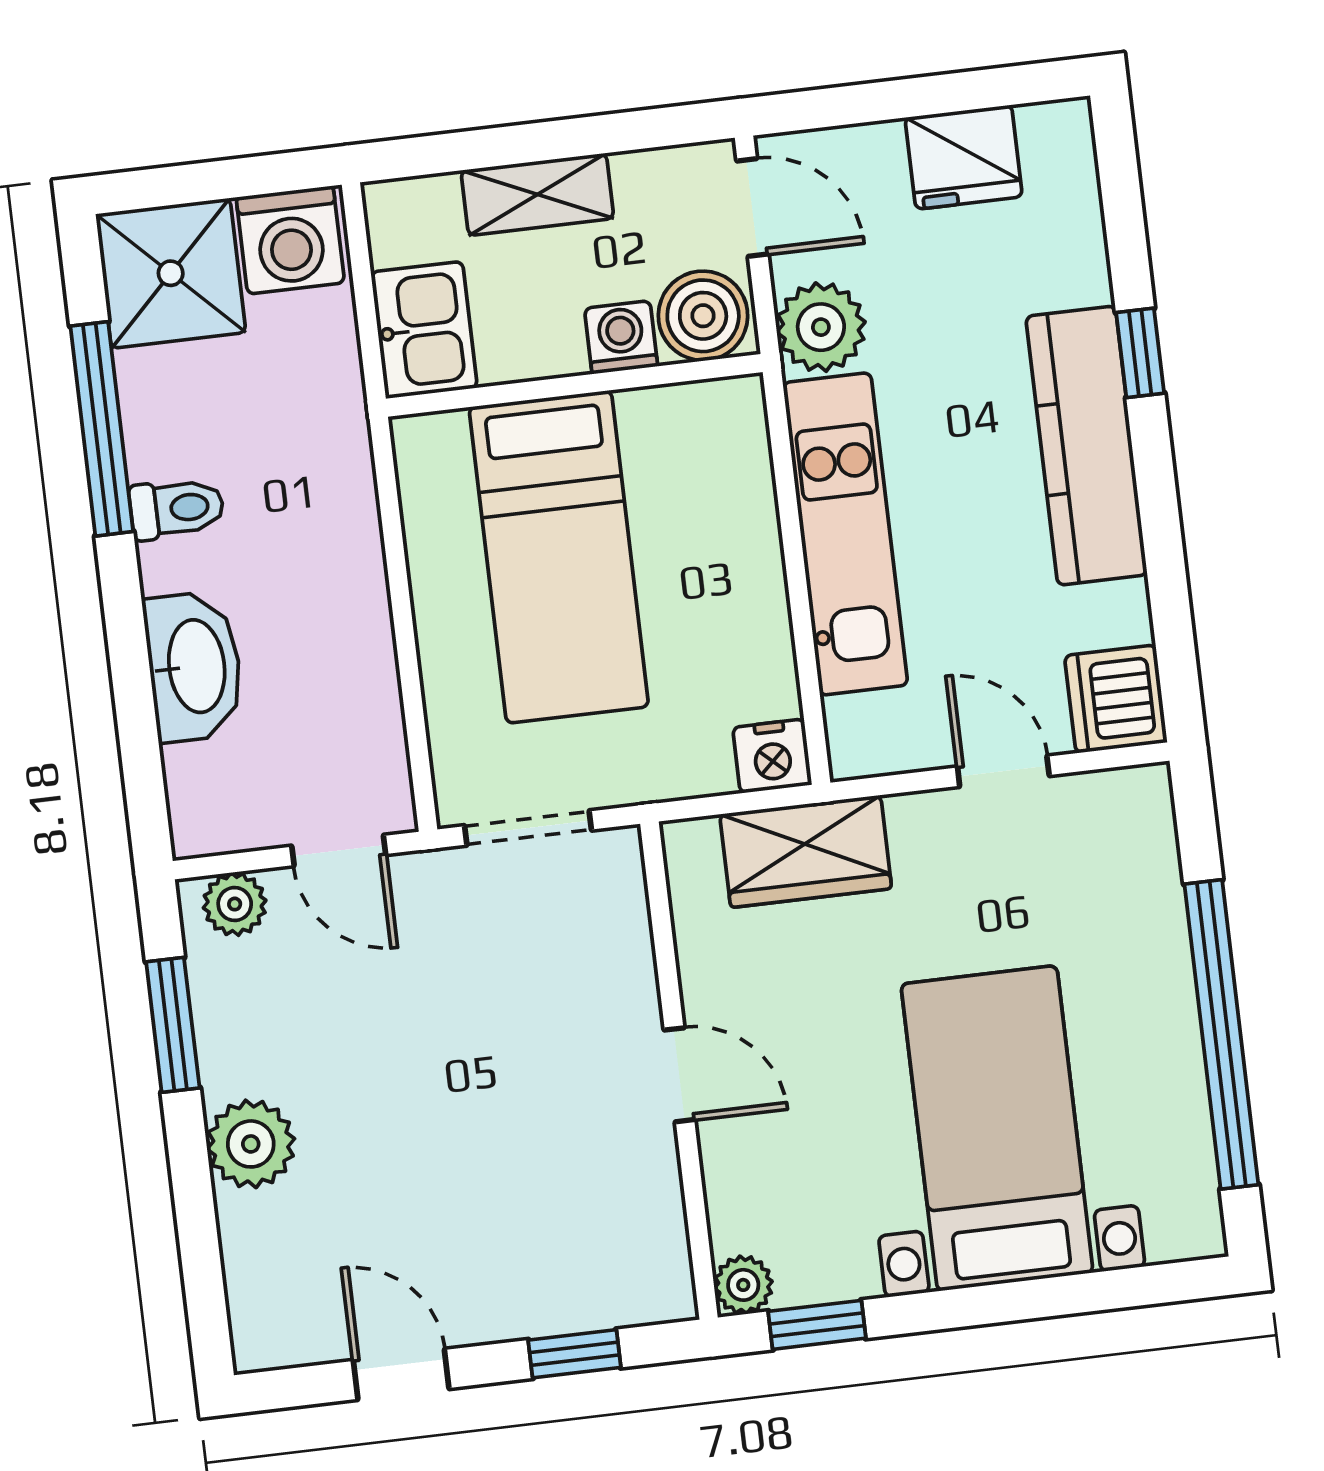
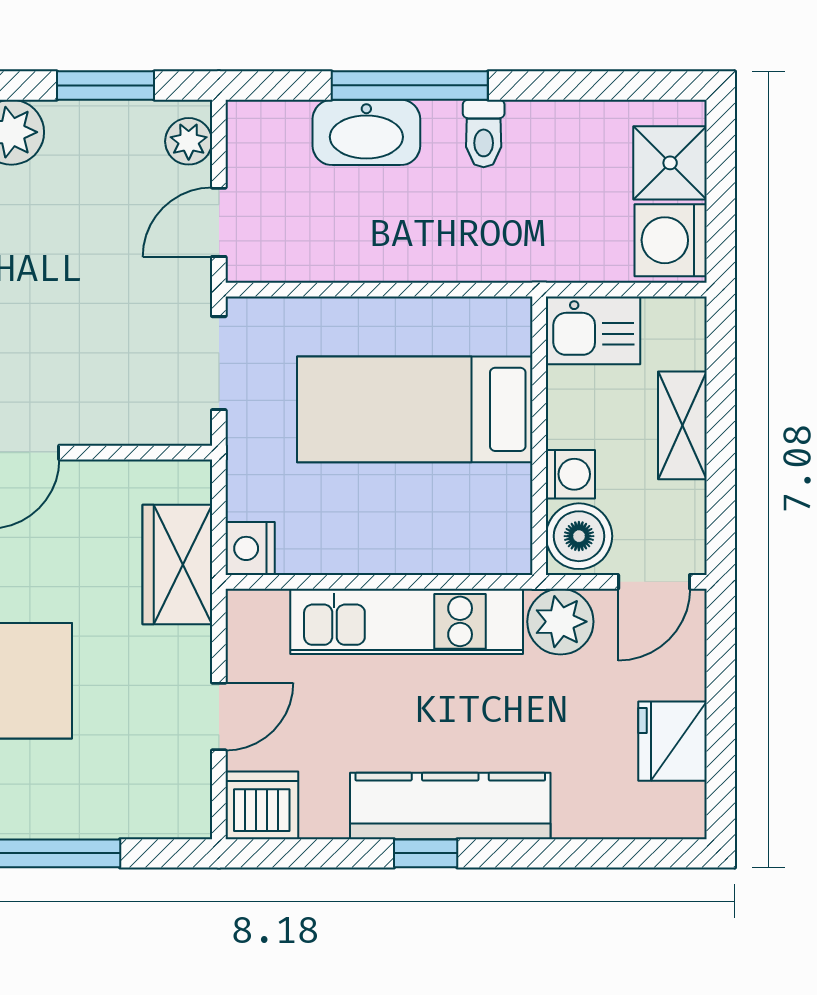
shower: (171, 273) -> (670, 163), width x0.73, depth x0.73
window: (1140, 353) -> (426, 853), moved
window: (102, 429) -> (410, 85), moved

